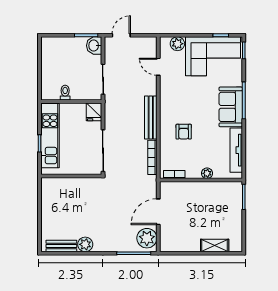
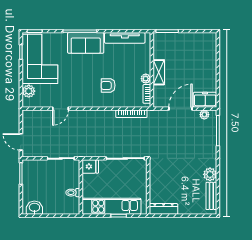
washbasin: (94, 46) -> (34, 208), moved, turned 180
door: (158, 67) -> (61, 109), moved
bench: (151, 118) -> (95, 115), removed
armchair: (184, 132) -> (108, 85), turned 180
plant: (207, 173) -> (146, 79), moved
dresser: (47, 193) -> (164, 209), added
door: (158, 212) -> (180, 109), swing flipped
plant: (147, 238) -> (204, 115), width x0.53, depth x0.53
freezer: (168, 239) -> (205, 100), added
shelving: (215, 246) -> (159, 72), moved

